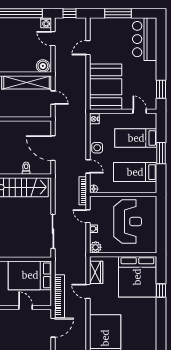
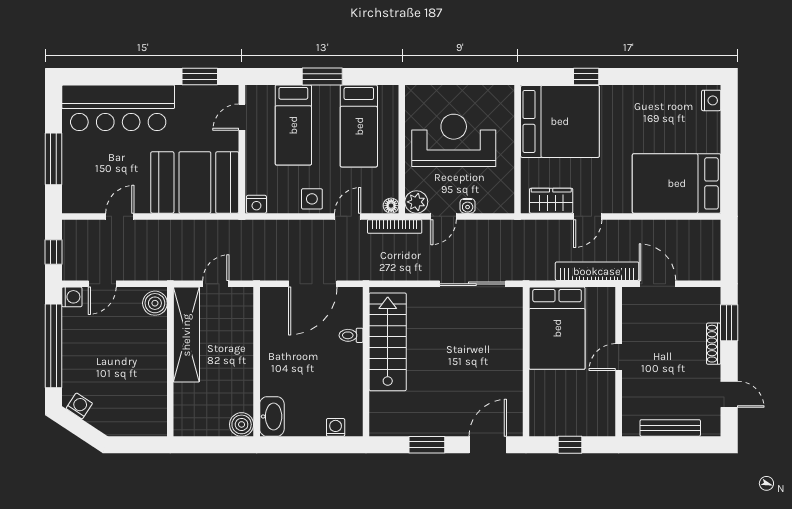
bar counter: (145, 39) -> (118, 108), width x1.36
door: (88, 48) -> (120, 216), swing flipped
plant: (96, 247) -> (416, 202), moved
door: (26, 307) -> (619, 357), moved

